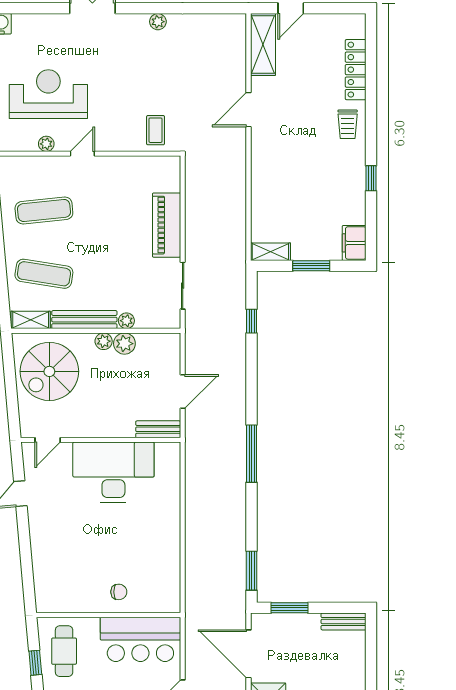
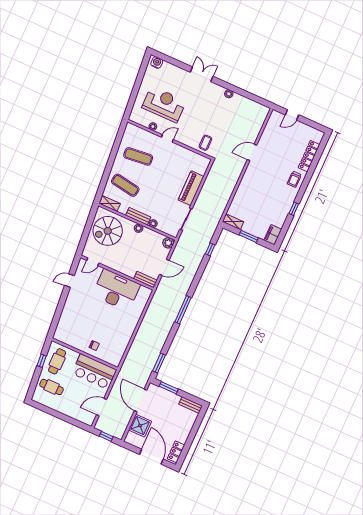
shelving: (263, 45) -> (272, 126), removed
bench: (84, 320) -> (138, 216), width x0.73
plant: (124, 344) -> (168, 243), moved

